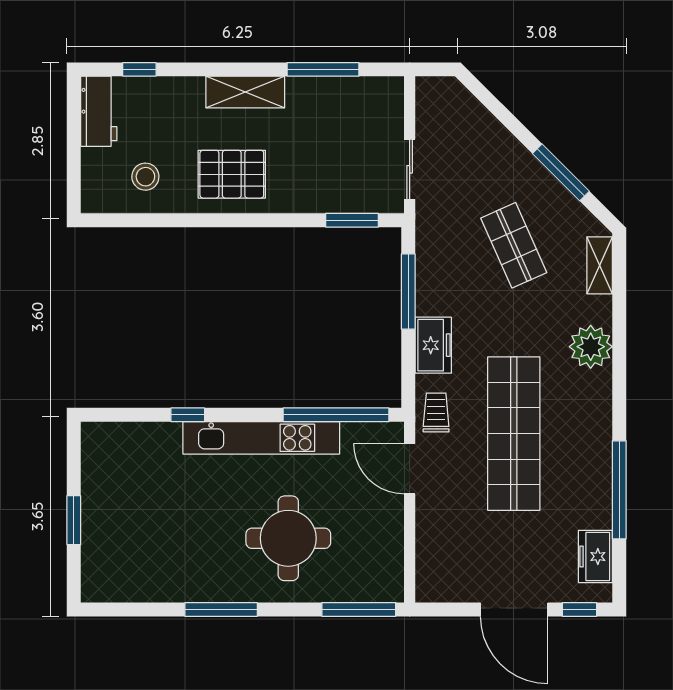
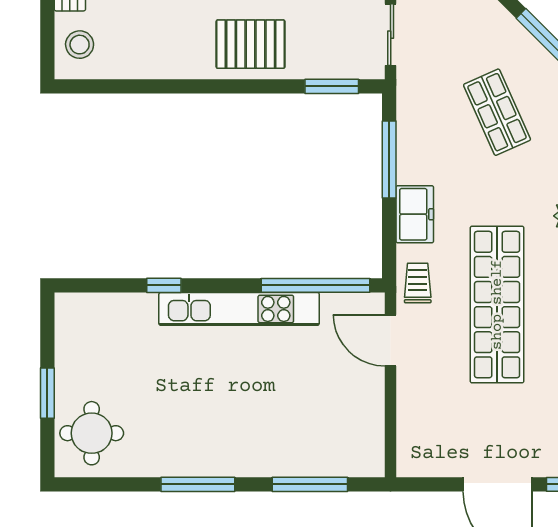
pallet: (232, 174) -> (251, 44), moved
stool: (145, 177) -> (80, 45), moved
round table: (288, 538) -> (92, 433), moved, width x0.73, depth x0.73
window: (359, 609) -> (310, 484), moved

